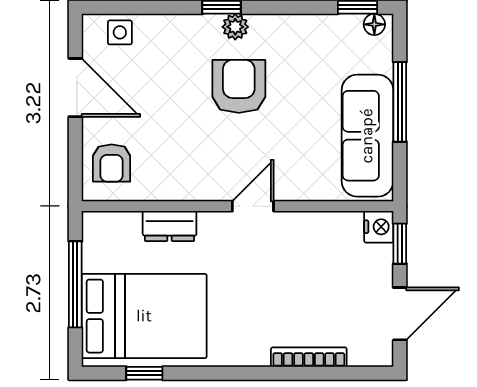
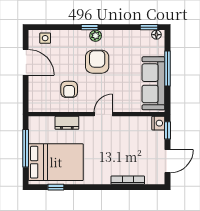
armchair: (112, 163) -> (69, 89), moved

